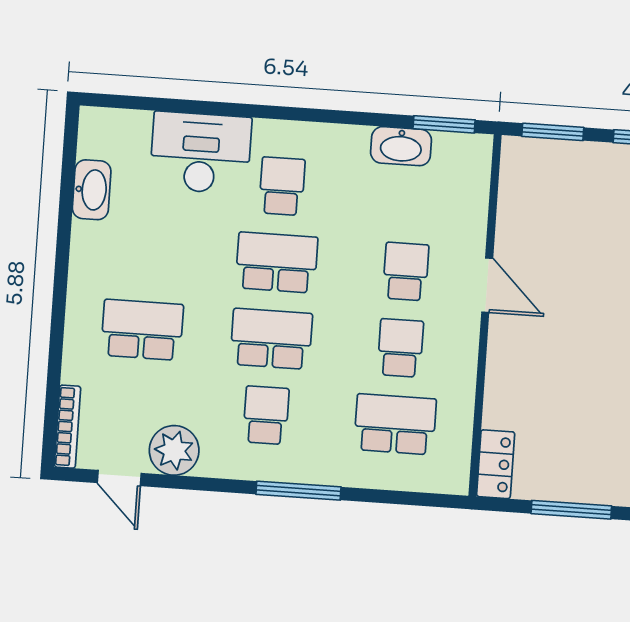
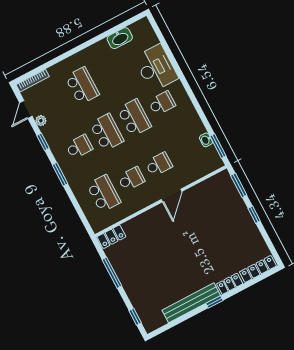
washbasin: (401, 146) -> (206, 140), width x0.52, depth x0.69
plant: (174, 450) -> (41, 121), width x0.53, depth x0.53
window: (209, 484) -> (43, 142), added
window: (298, 491) -> (60, 174), width x0.69

